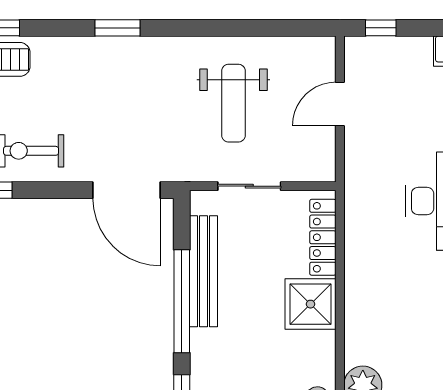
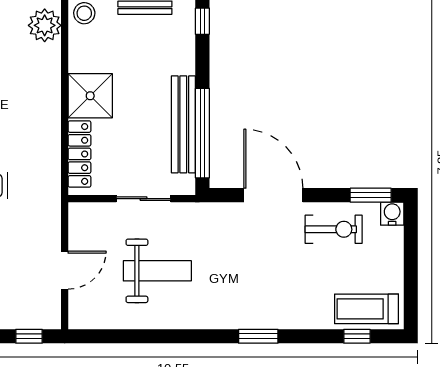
weight bench: (233, 103) -> (157, 271), turned 90
door: (127, 190) -> (273, 195), moved
window: (182, 301) -> (202, 133), moved

